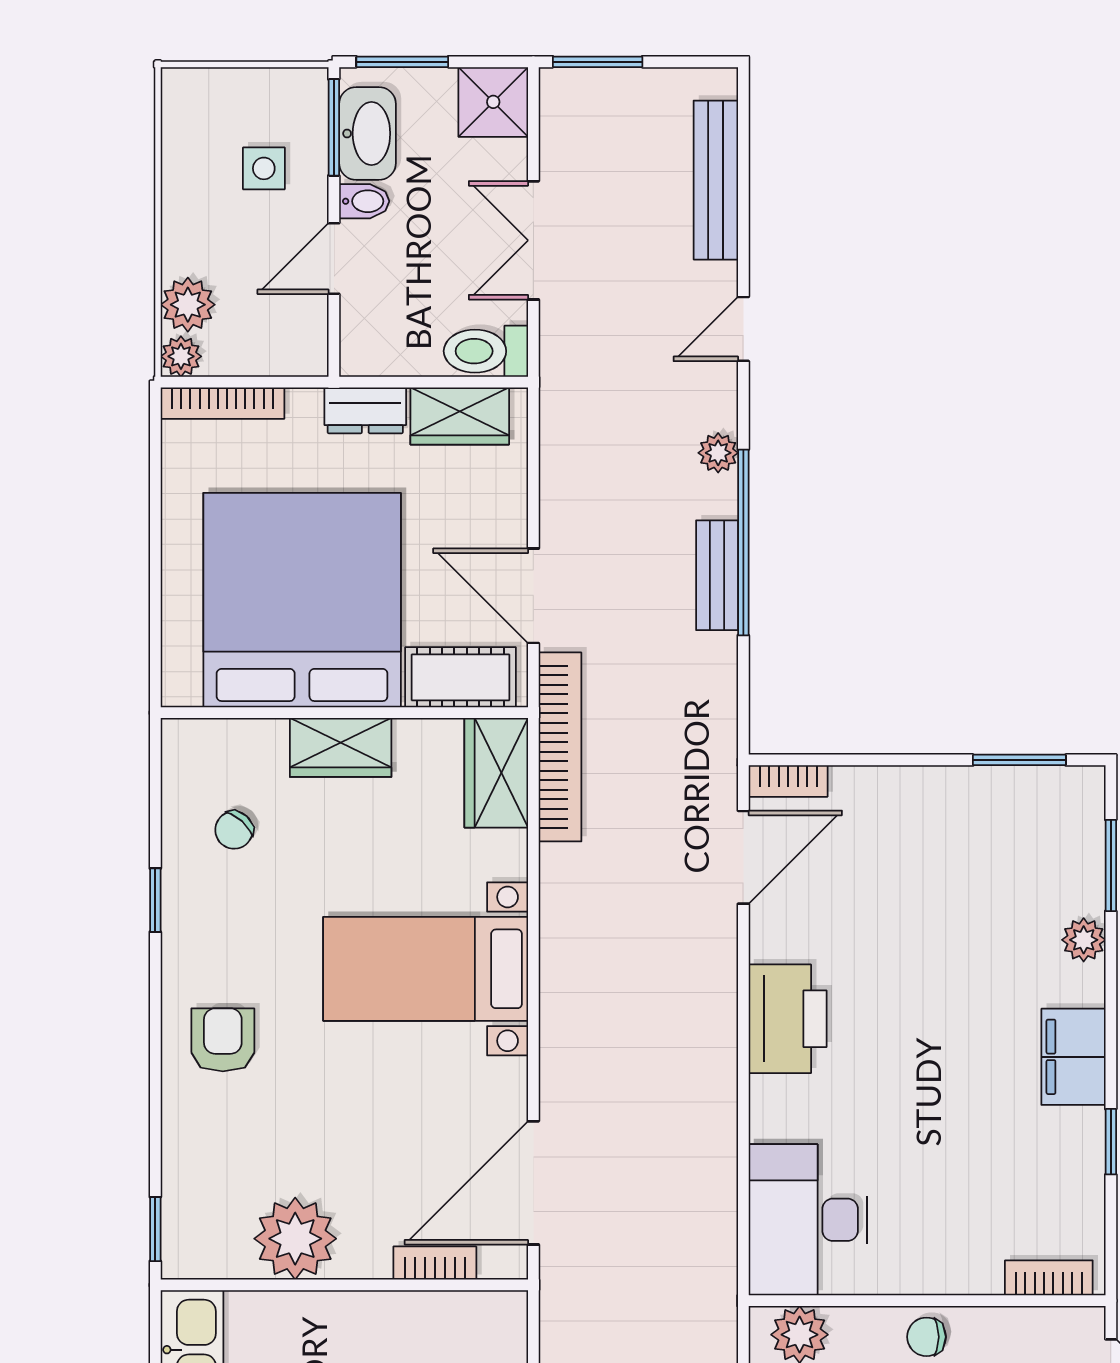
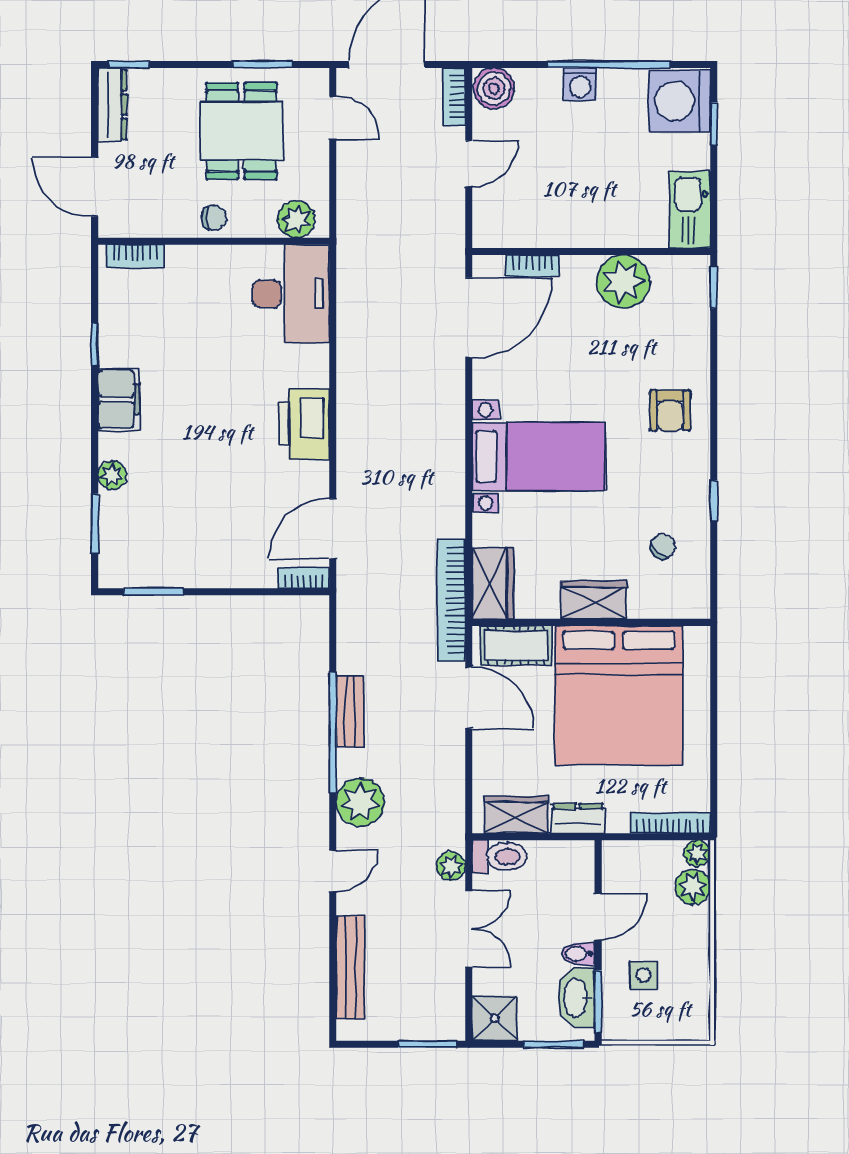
plant: (561, 337) -> (451, 866), added
plant: (718, 453) -> (360, 802), width x1.88, depth x1.88

